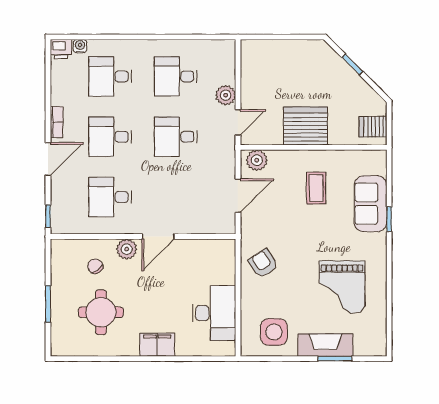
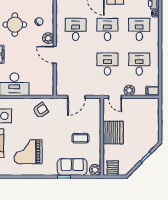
filing cabinet: (227, 51) -> (153, 91), added
plant: (257, 160) -> (95, 170), moved
door: (238, 196) -> (76, 97), hinge flipped

